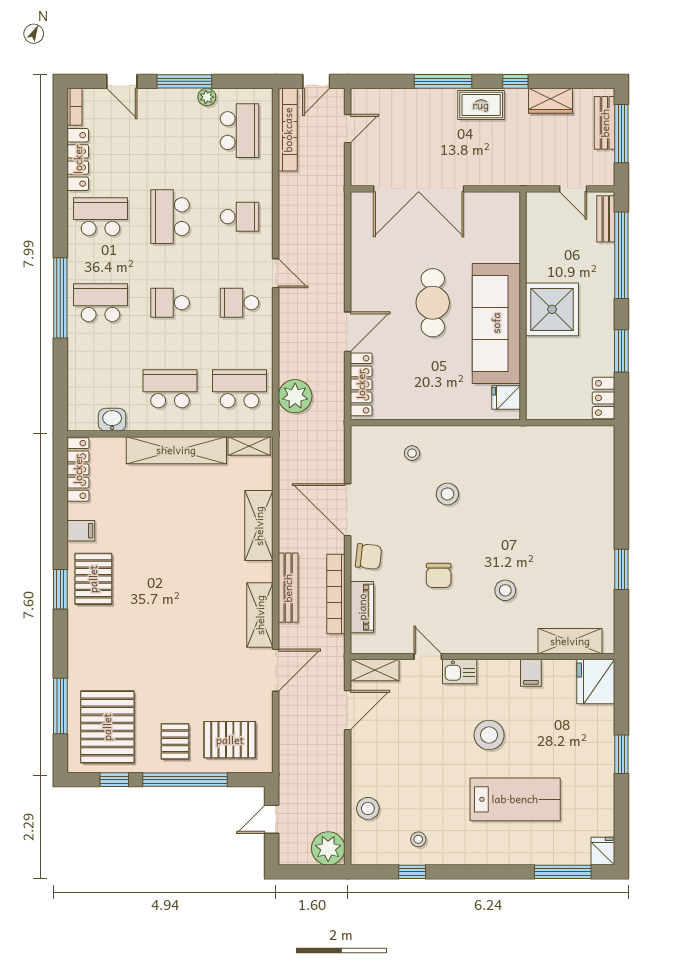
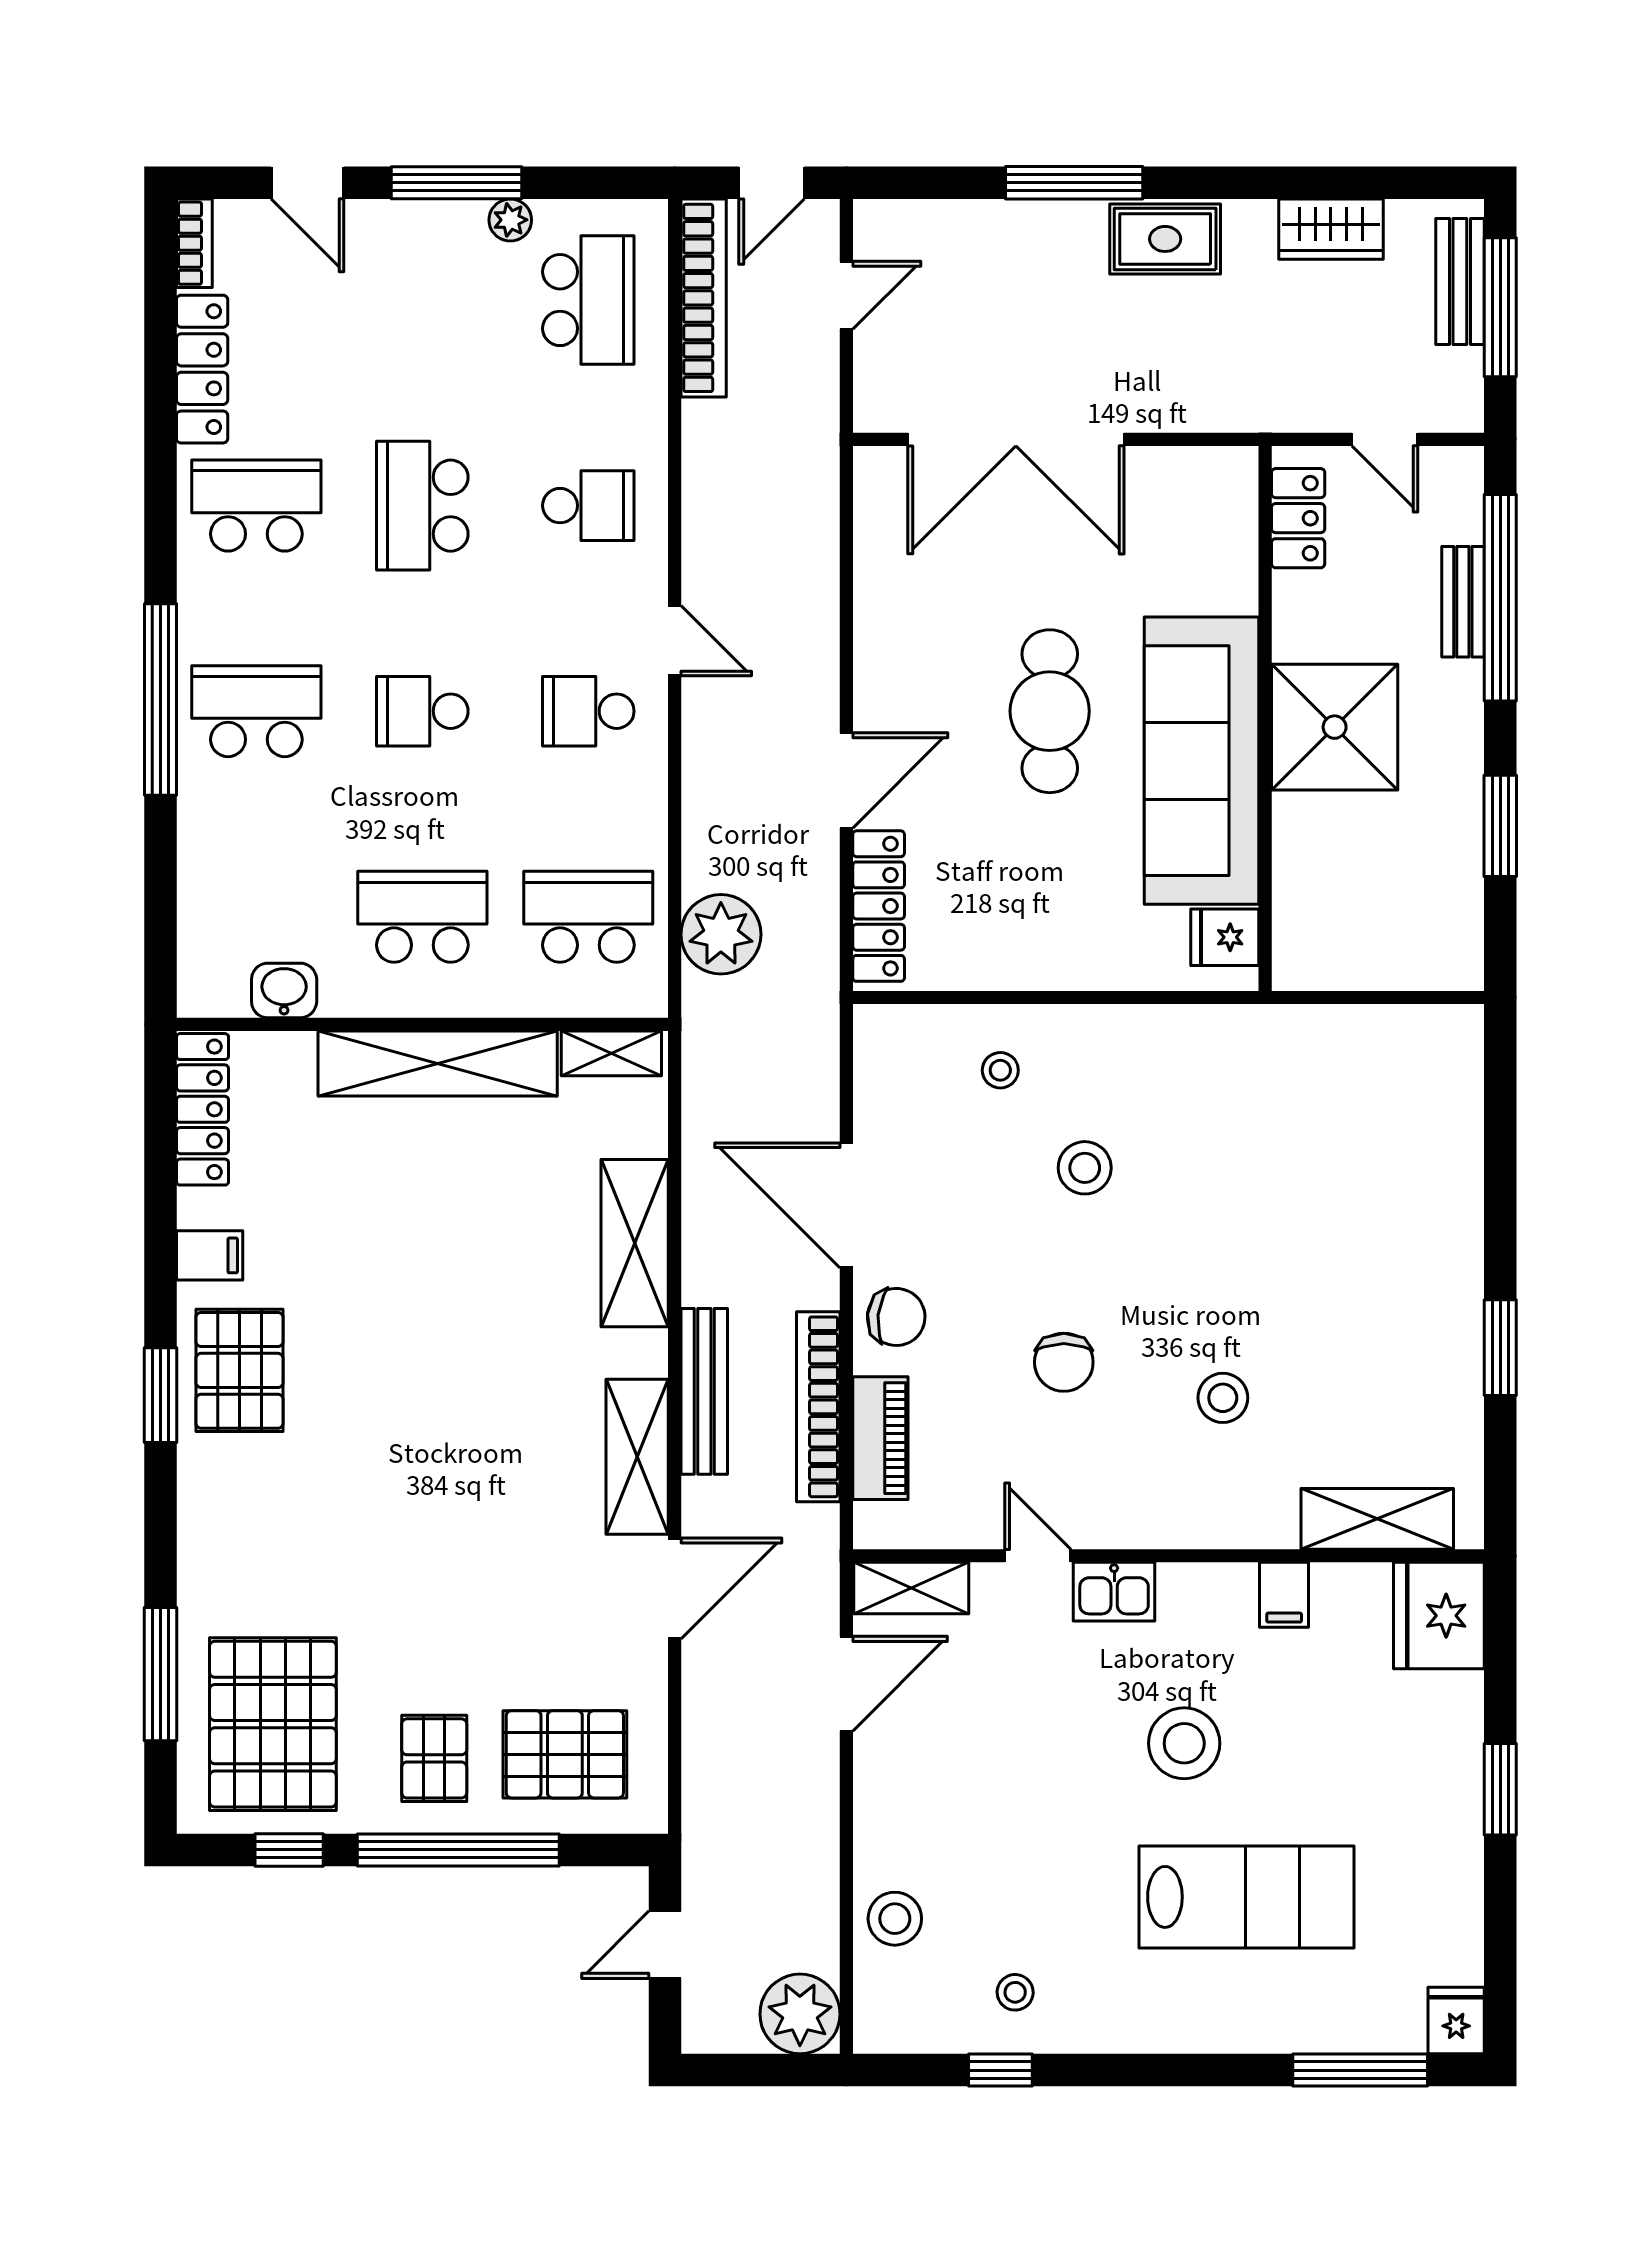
window: (515, 81) -> (1247, 183), removed
bench: (606, 219) -> (1463, 602), moved
locker: (604, 398) -> (1298, 518), moved, turned 180

